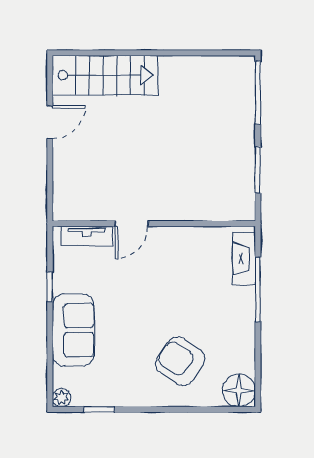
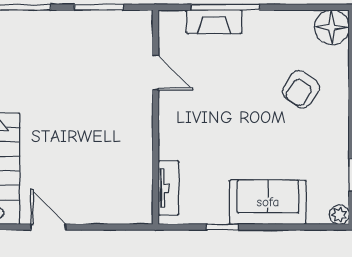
door: (132, 224) -> (156, 73), moved
fireplace: (244, 259) -> (214, 22), moved
armchair: (180, 361) -> (301, 89), width x0.72, depth x0.72

